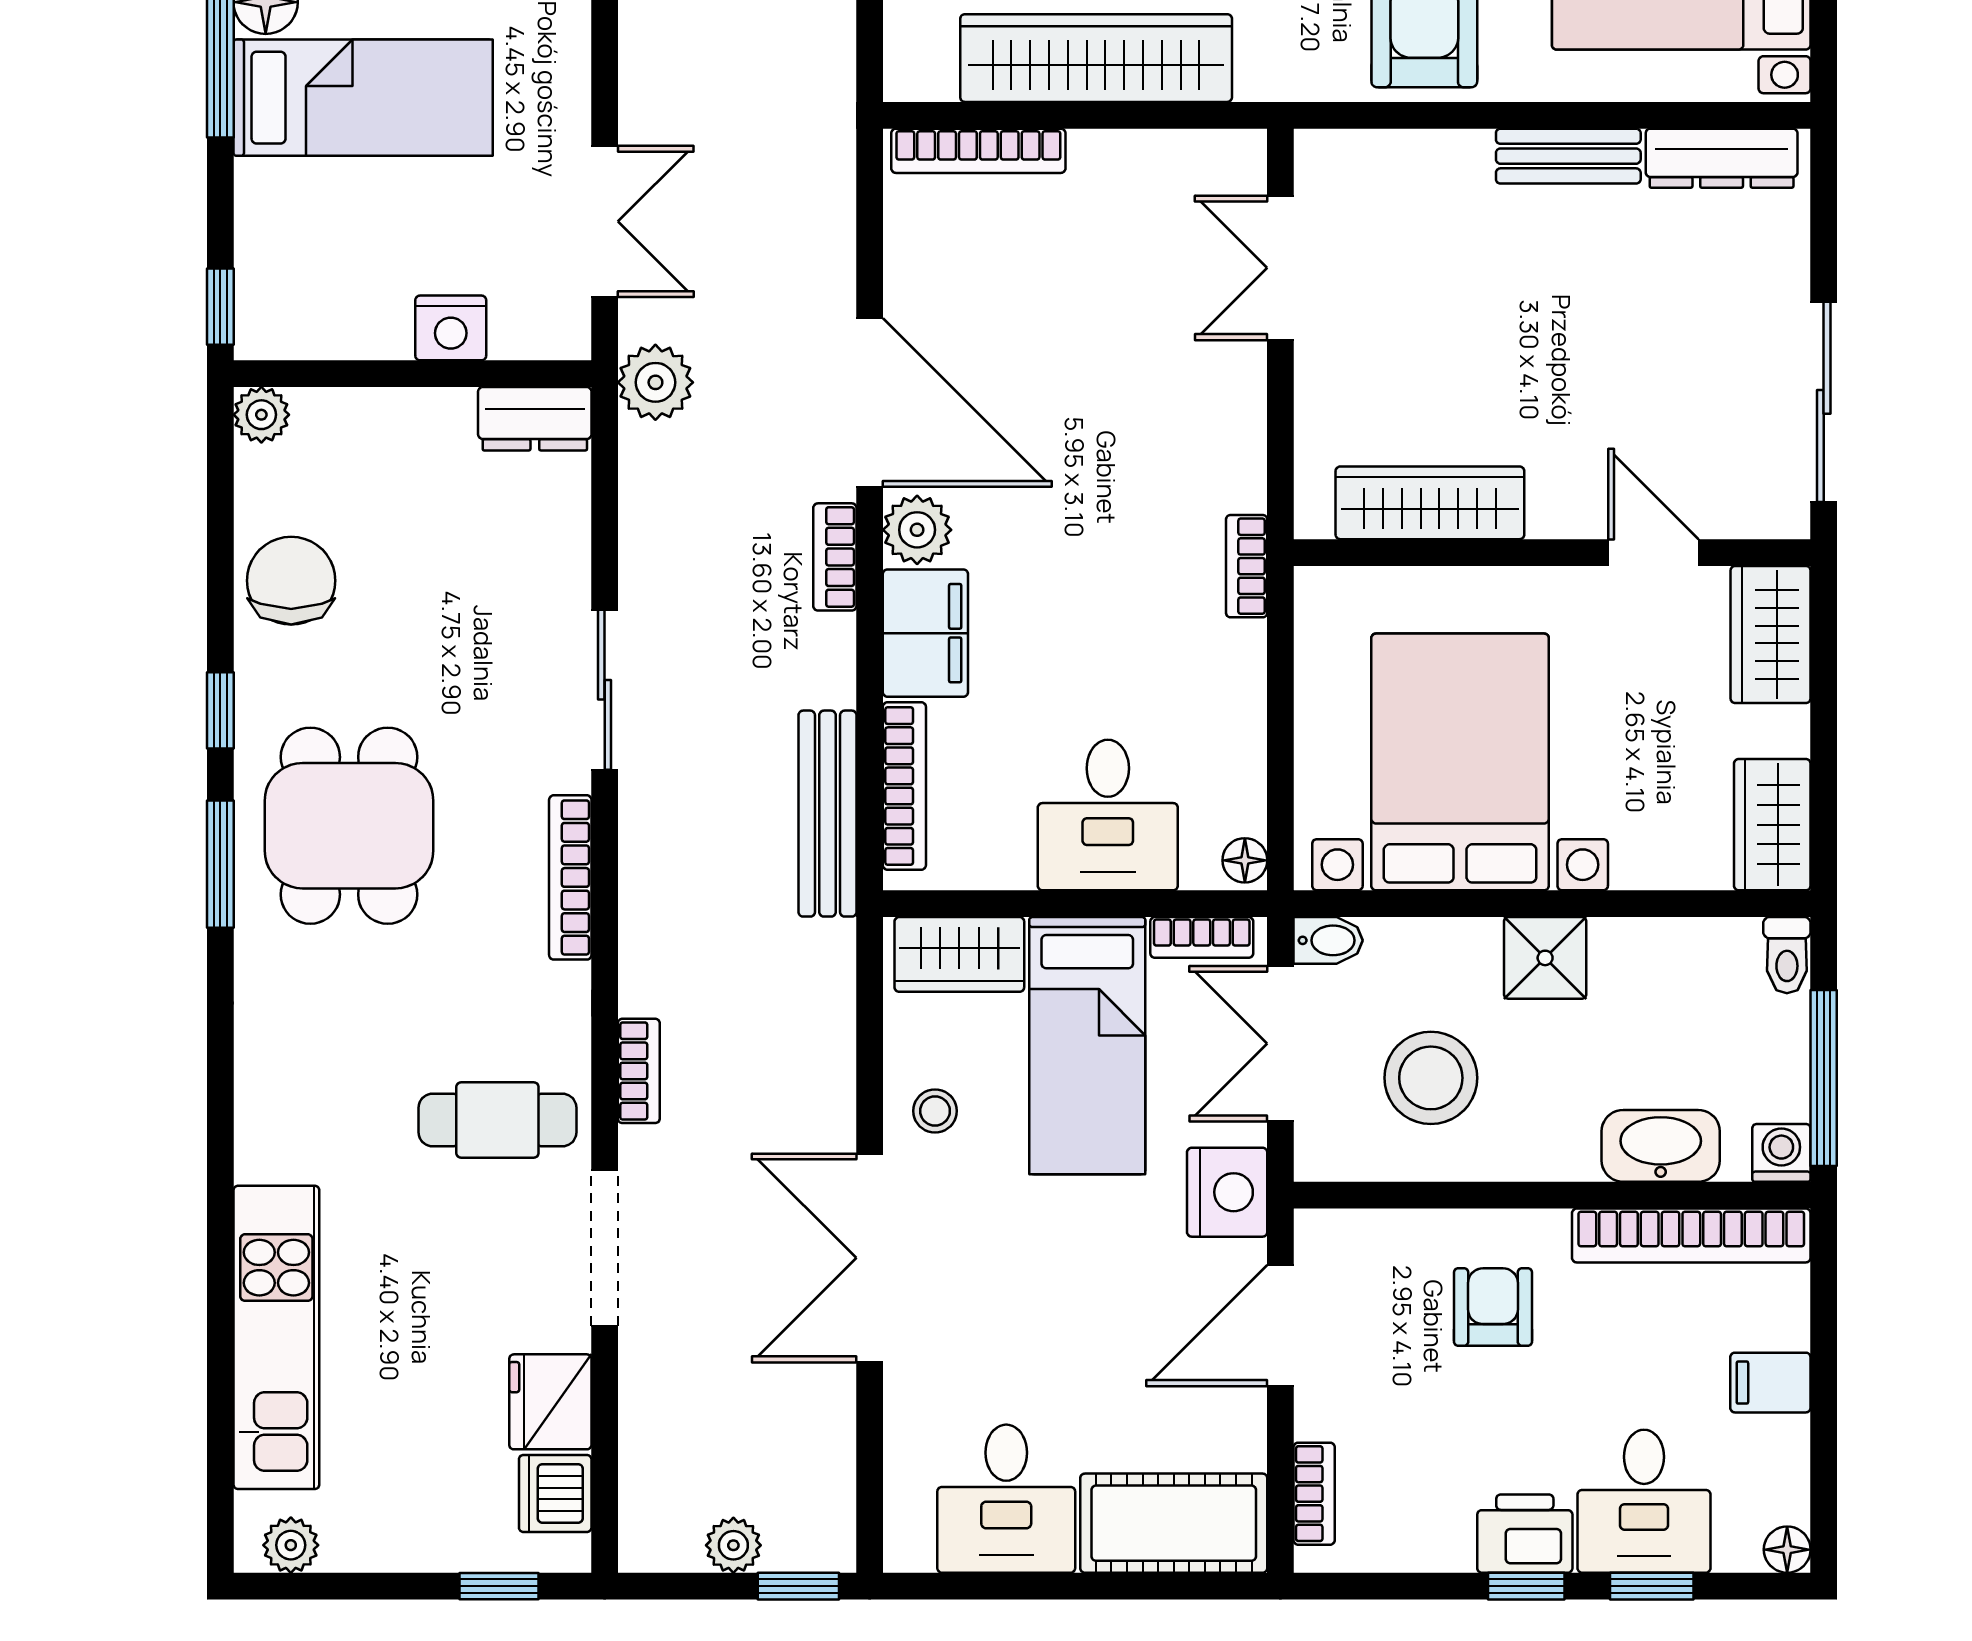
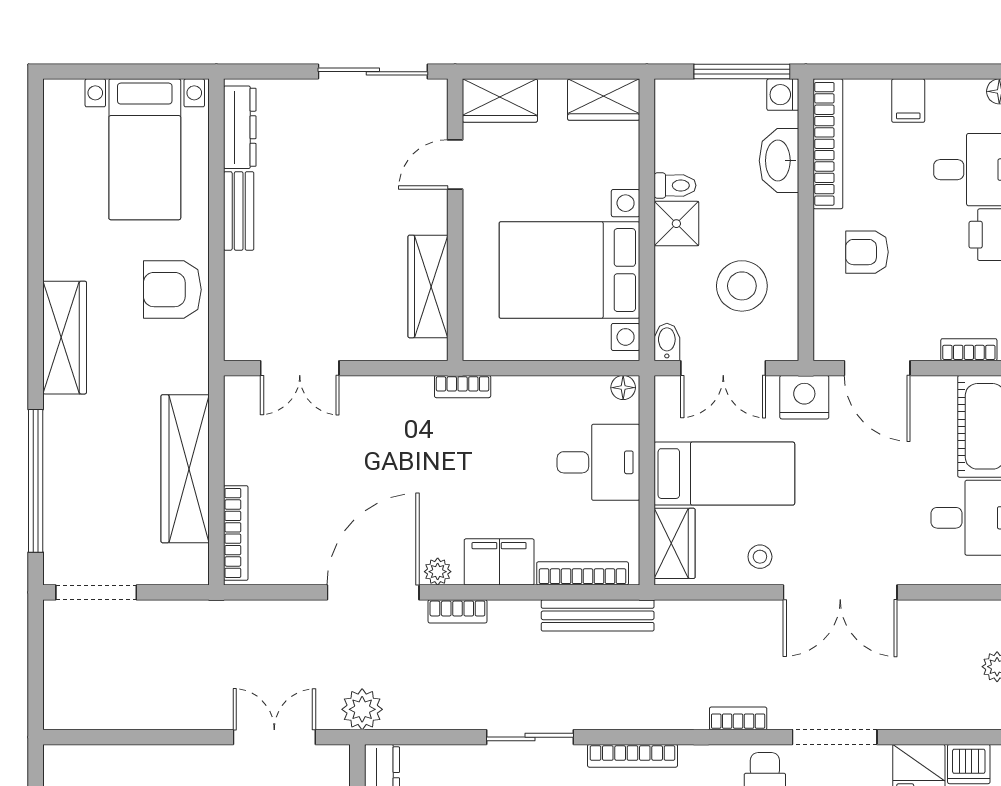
plant: (917, 530) -> (438, 572), width x0.73, depth x0.73
bookcase: (1202, 937) -> (665, 411), removed
toilet: (1787, 955) -> (675, 185), moved

